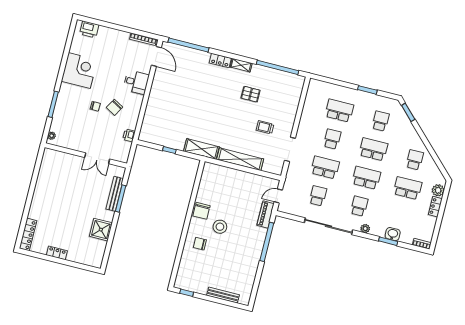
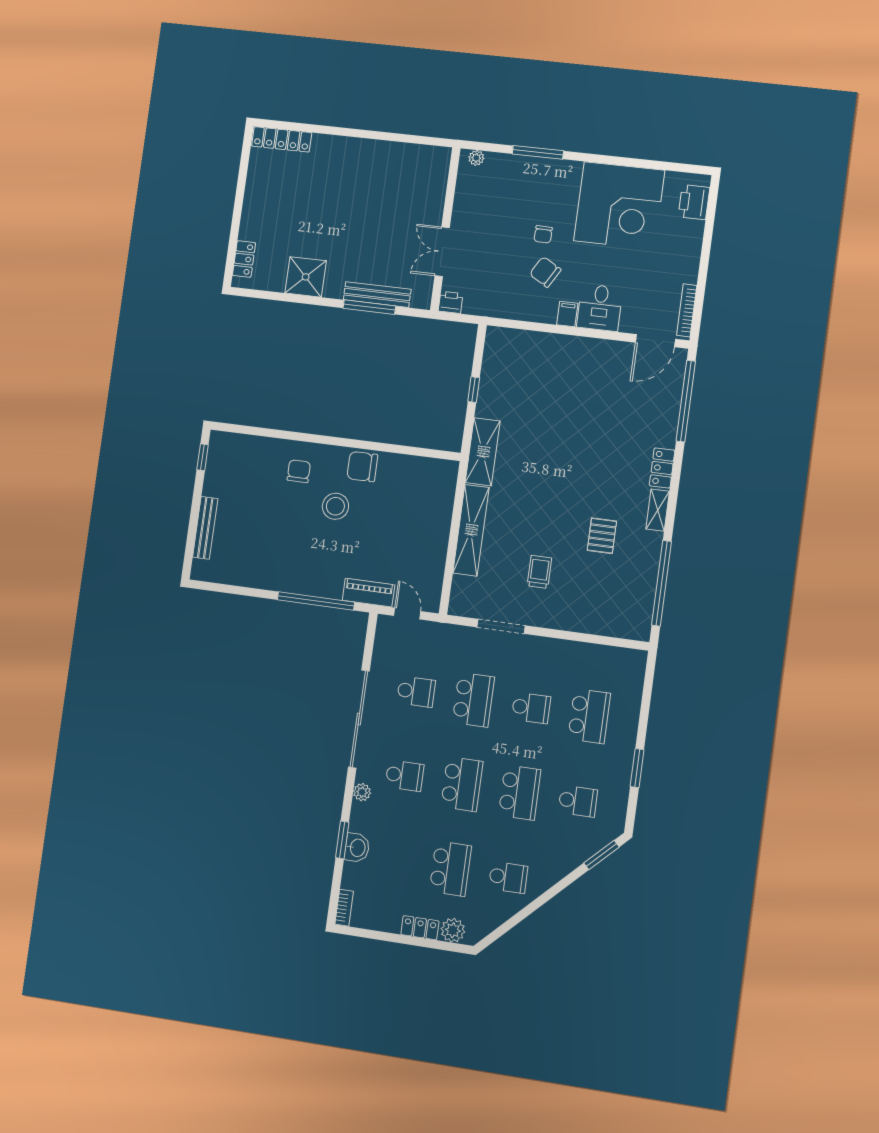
corner desk: (79, 71) -> (619, 206), width x1.36, depth x1.36
filing cabinet: (137, 99) -> (567, 314), added
printer: (129, 135) -> (451, 302), moved
locker: (57, 253) -> (244, 259), moved

